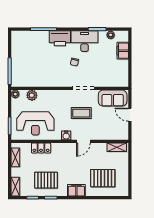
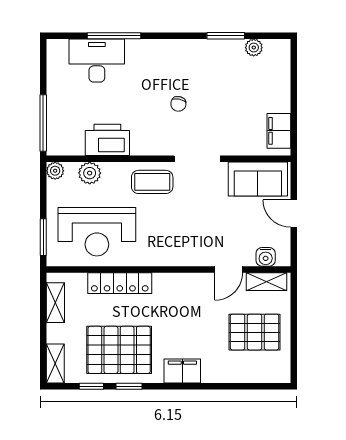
printer: (60, 38) -> (107, 140), moved, turned 180
desk: (84, 41) -> (97, 61), moved
filing cabinet: (123, 51) -> (279, 131), moved
coffee table: (81, 113) -> (152, 182), moved
water cooler: (66, 135) -> (266, 257), moved
door: (83, 141) -> (229, 269), moved
locker: (41, 148) -> (120, 283), width x1.53
pallet: (103, 178) -> (255, 332), moved
pallet: (46, 180) -> (119, 350), width x1.37, depth x1.41

